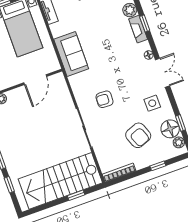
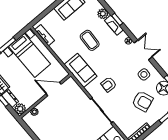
coffee table: (101, 37) -> (90, 40), added
sofa: (71, 54) -> (81, 70), moved
door: (35, 80) -> (54, 89), swing flipped

